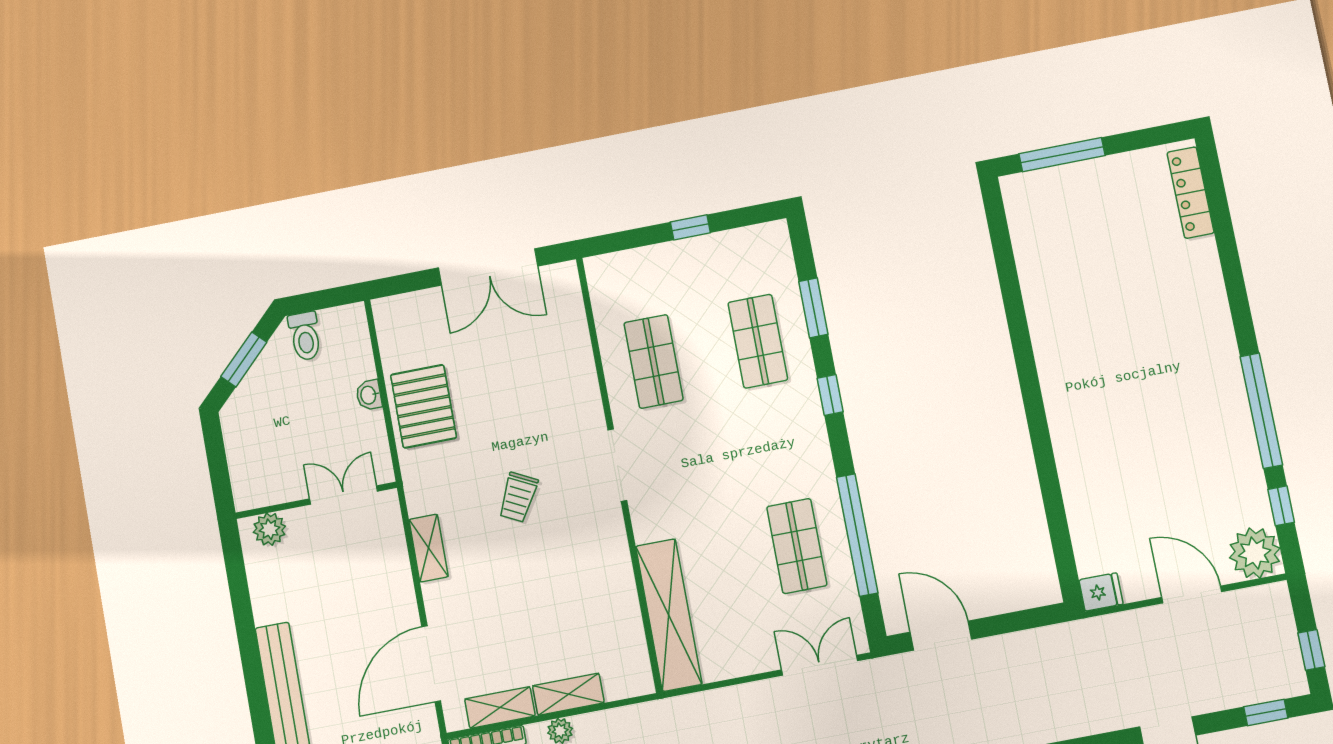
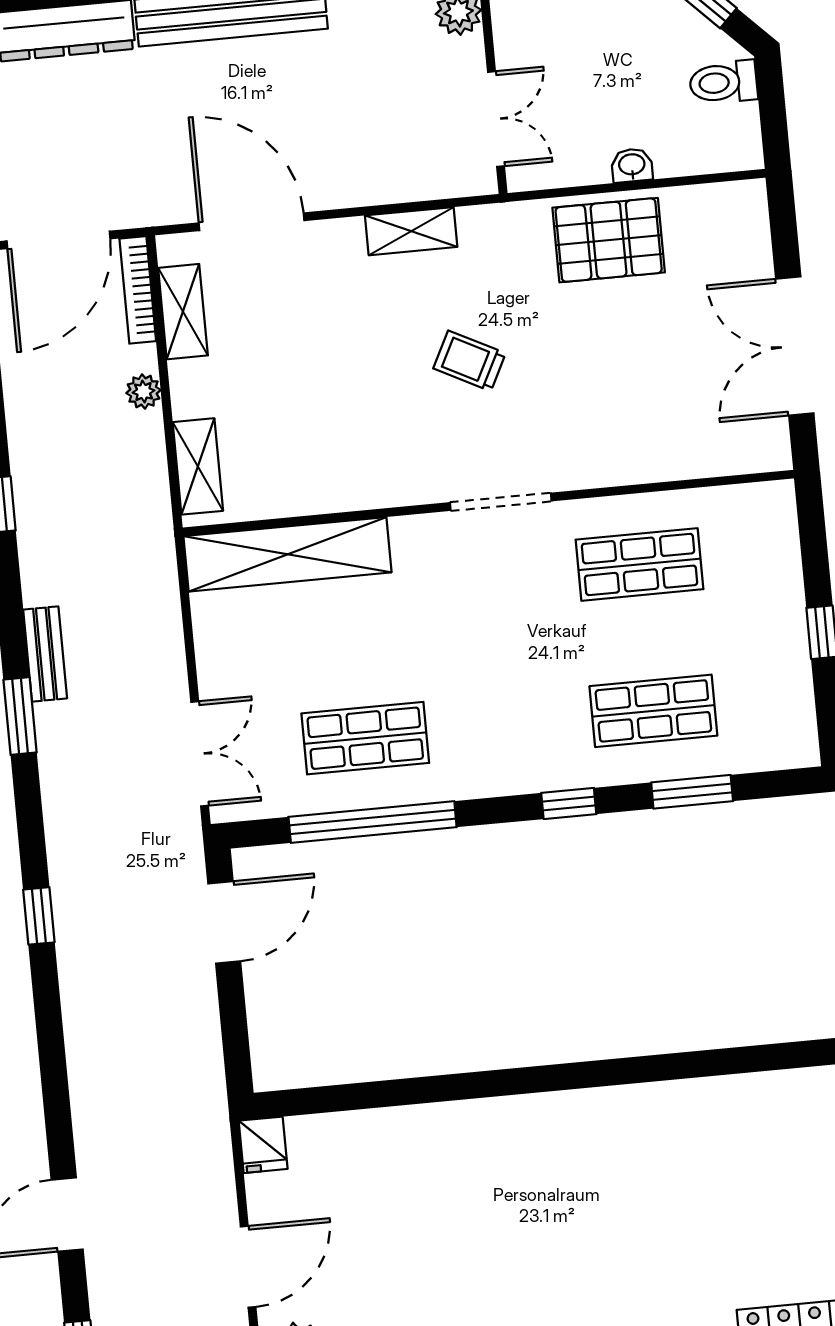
shelving: (568, 694) -> (198, 466), moved

